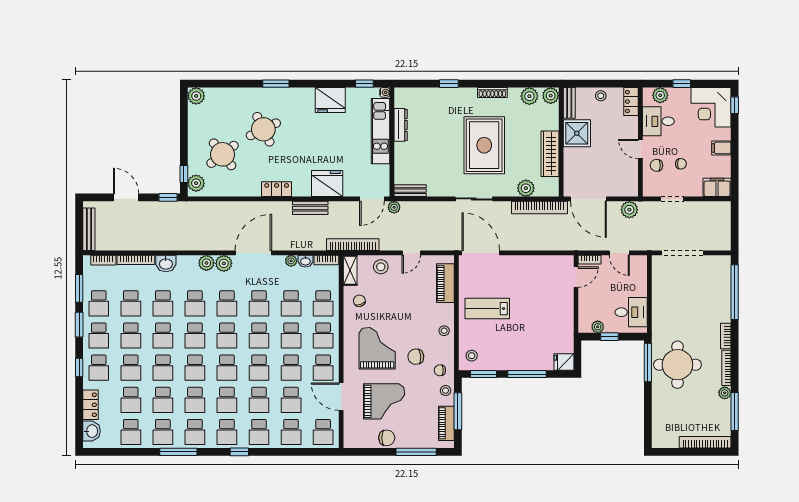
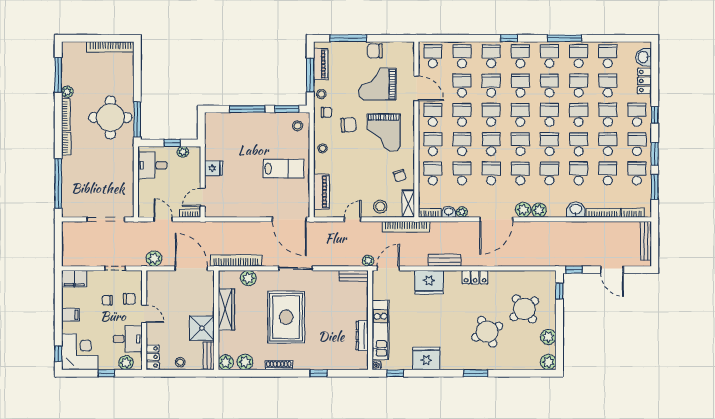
plant: (196, 183) -> (548, 337), moved
fridge: (564, 362) -> (214, 168), moved
bookcase: (705, 442) -> (110, 47), moved

